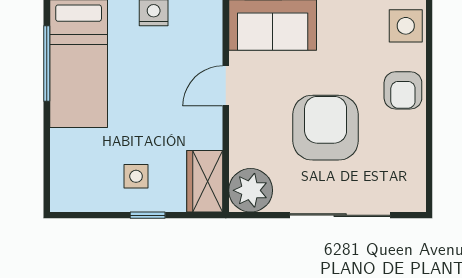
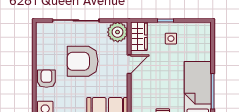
door: (226, 86) -> (129, 64), moved
armchair: (326, 128) -> (83, 61), turned 90

